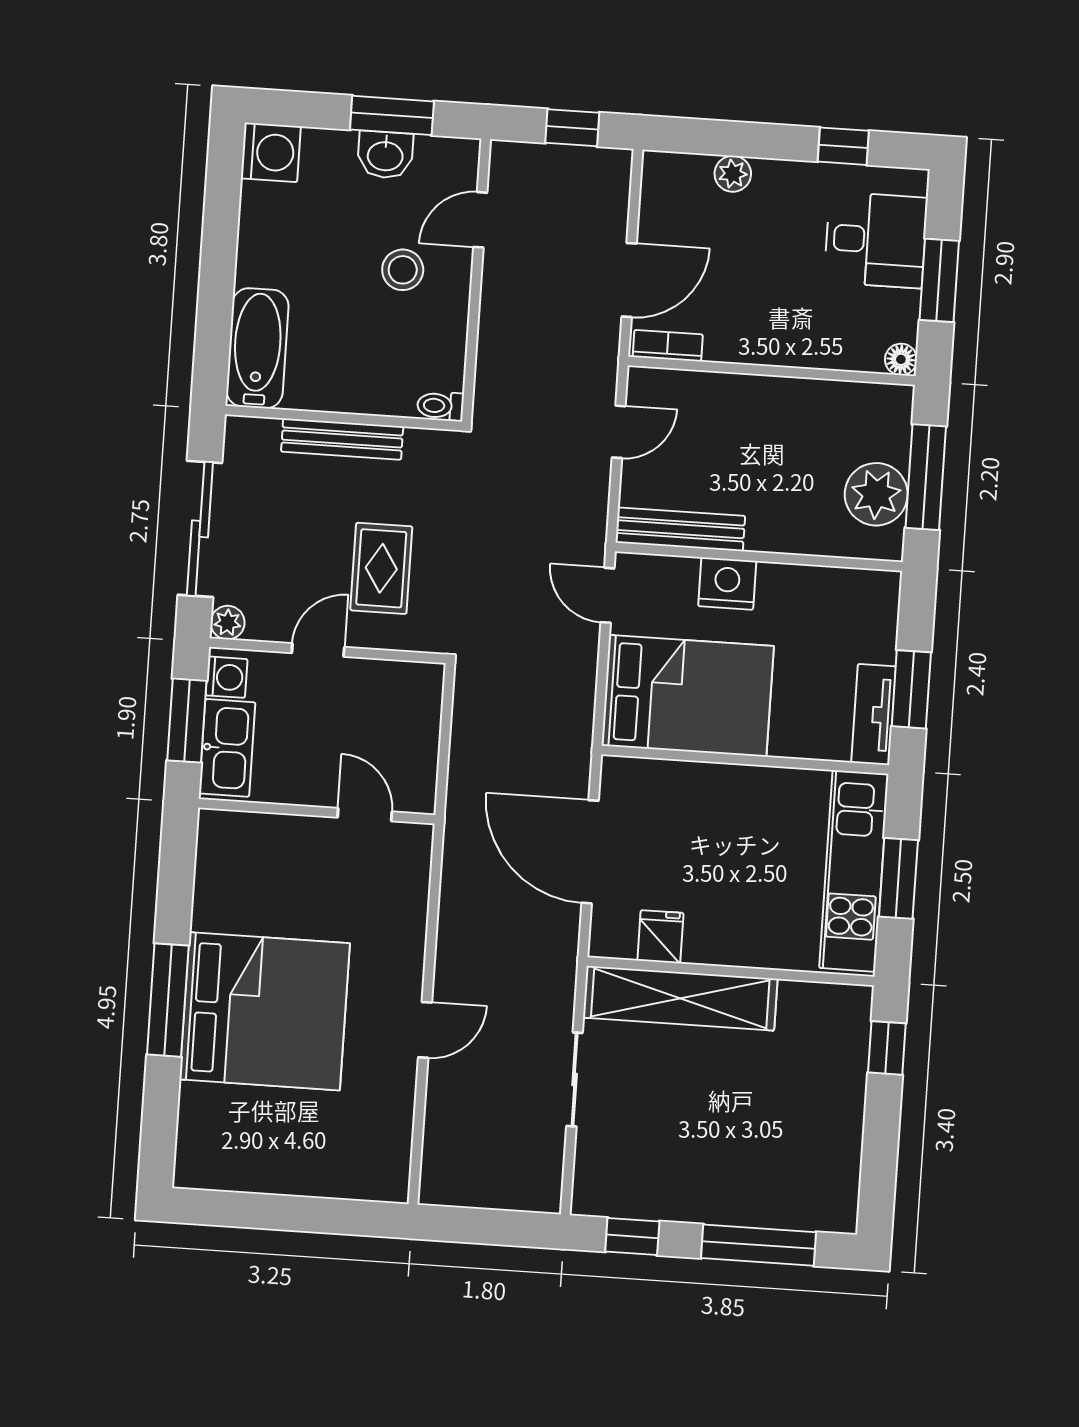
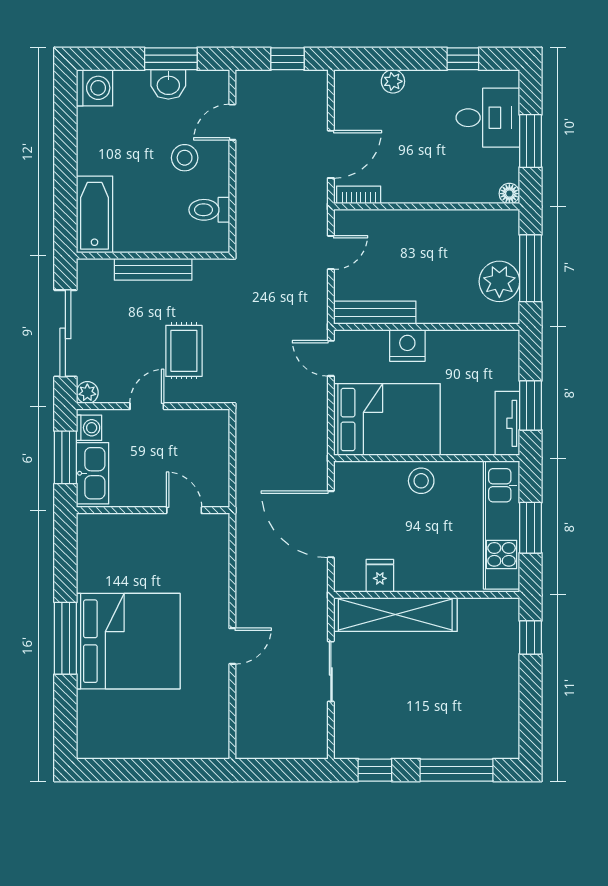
toilet: (440, 406) -> (209, 210), moved, width x1.37, depth x1.39
stool: (734, 794) -> (421, 481), added

